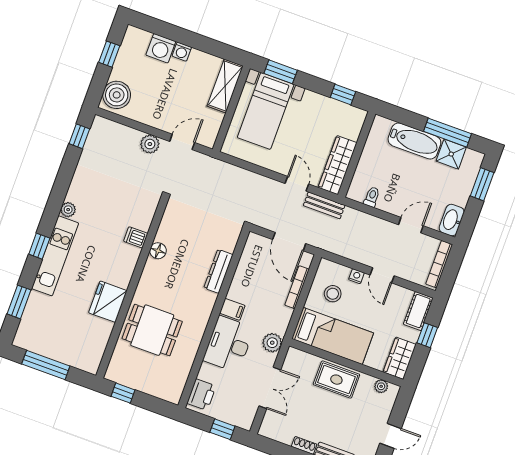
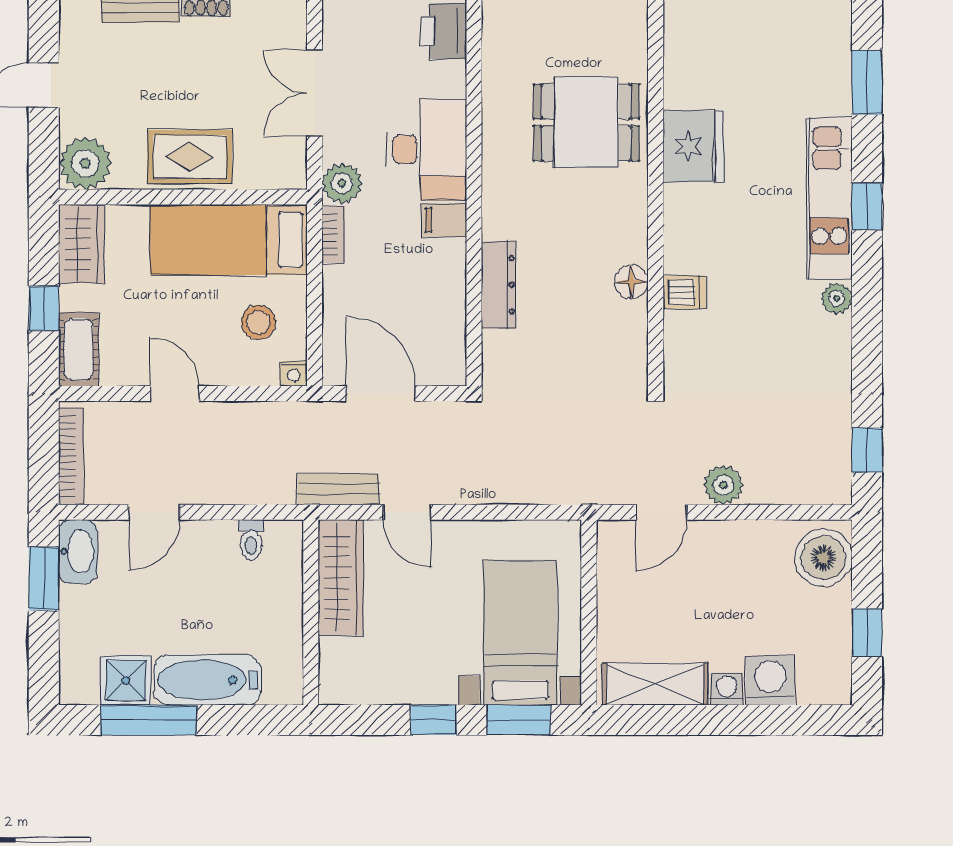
shelving: (225, 86) -> (655, 684), moved, turned 90
window: (343, 94) -> (433, 720), moved
window: (482, 184) -> (44, 579), moved
nightstand: (356, 276) -> (294, 374), moved
bookcase: (297, 287) -> (333, 235), moved, width x0.64
plant: (381, 386) -> (85, 163), width x1.88, depth x1.88

